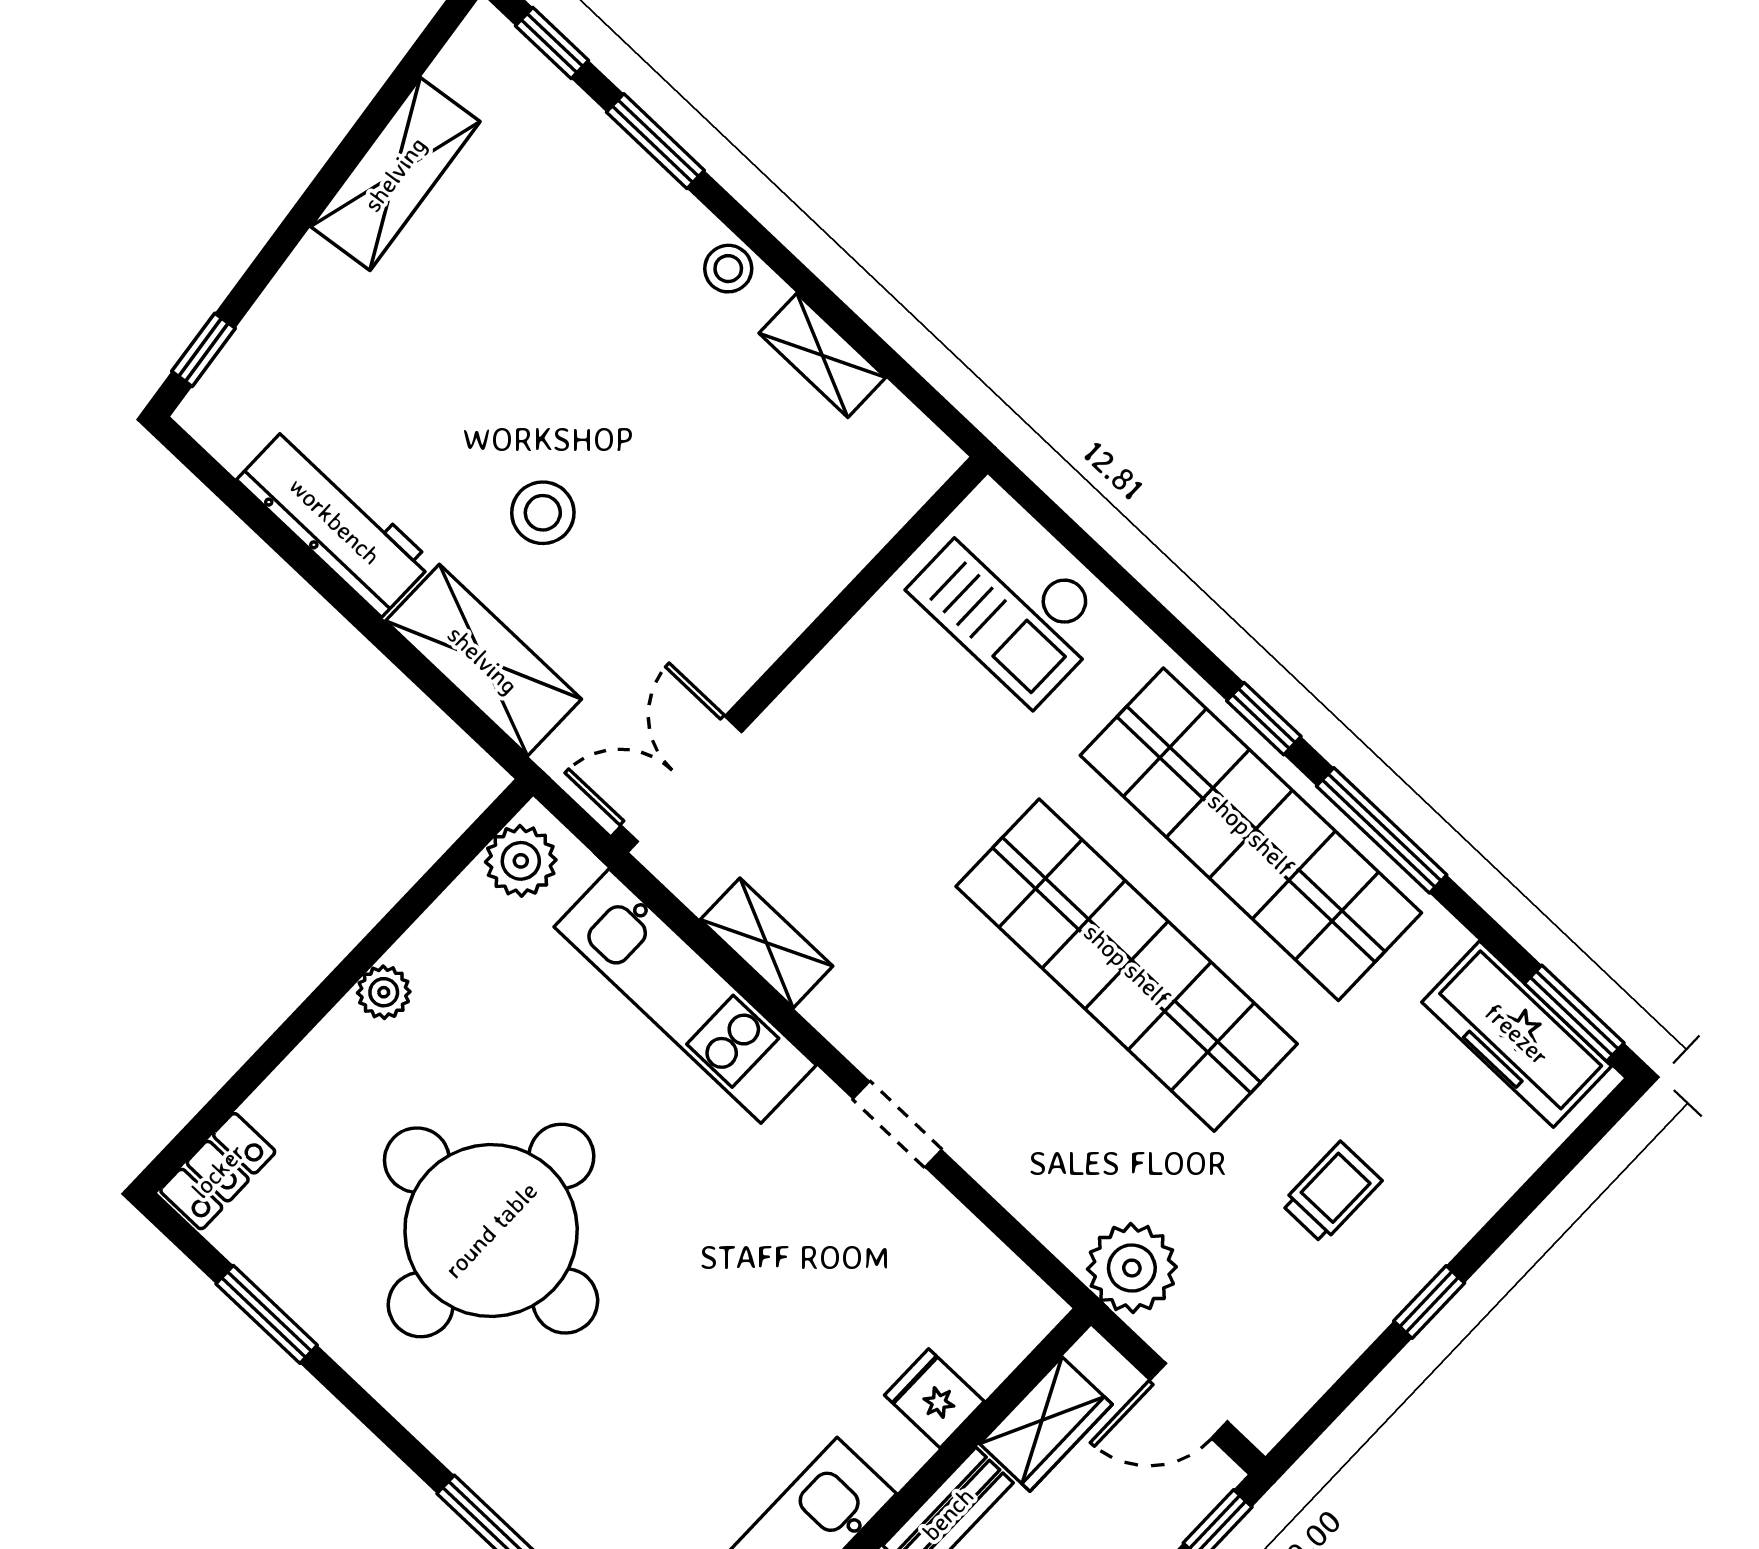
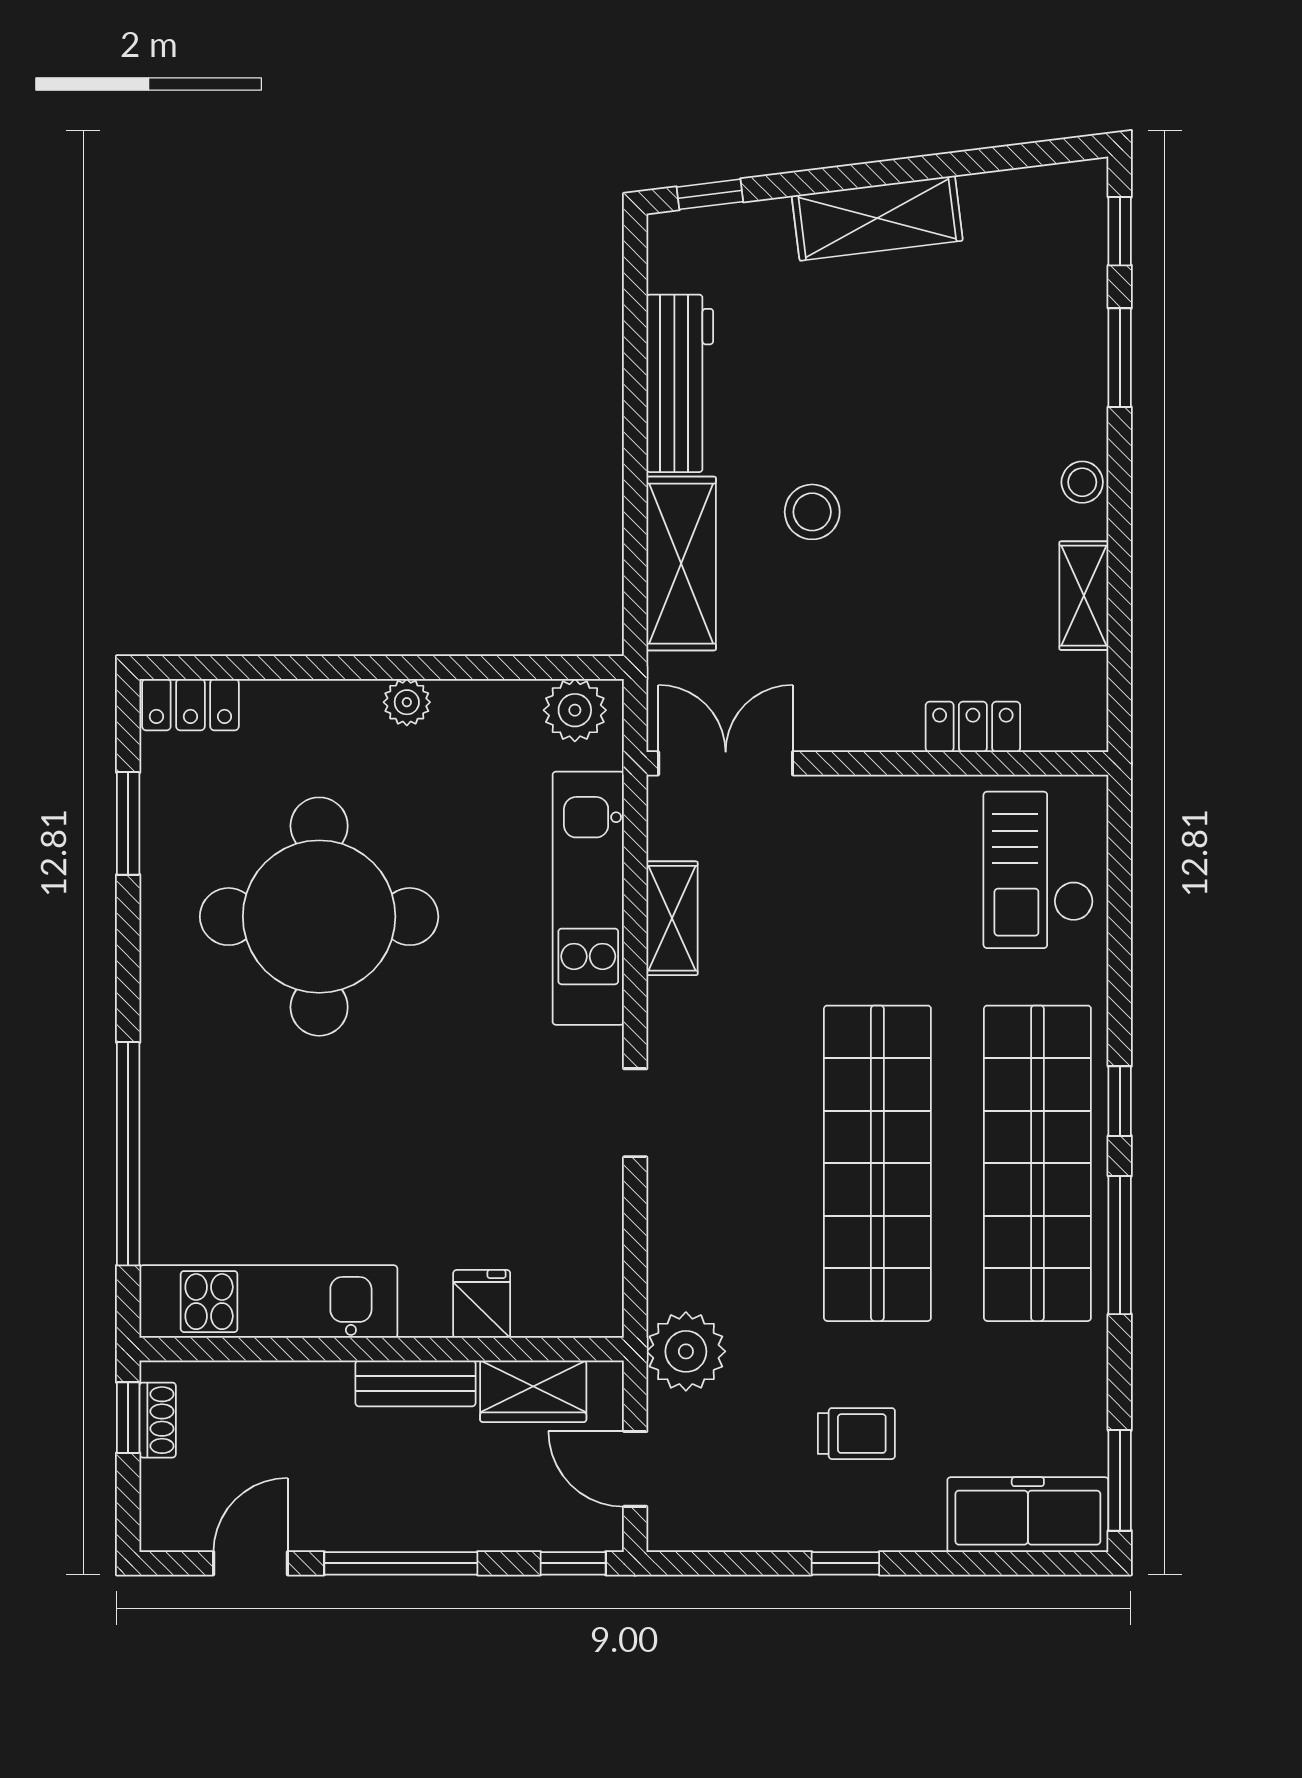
shelving: (395, 174) -> (877, 218), moved
locker: (844, 548) -> (973, 727), added
freezer: (1517, 1034) -> (1028, 1515), moved, turned 90

